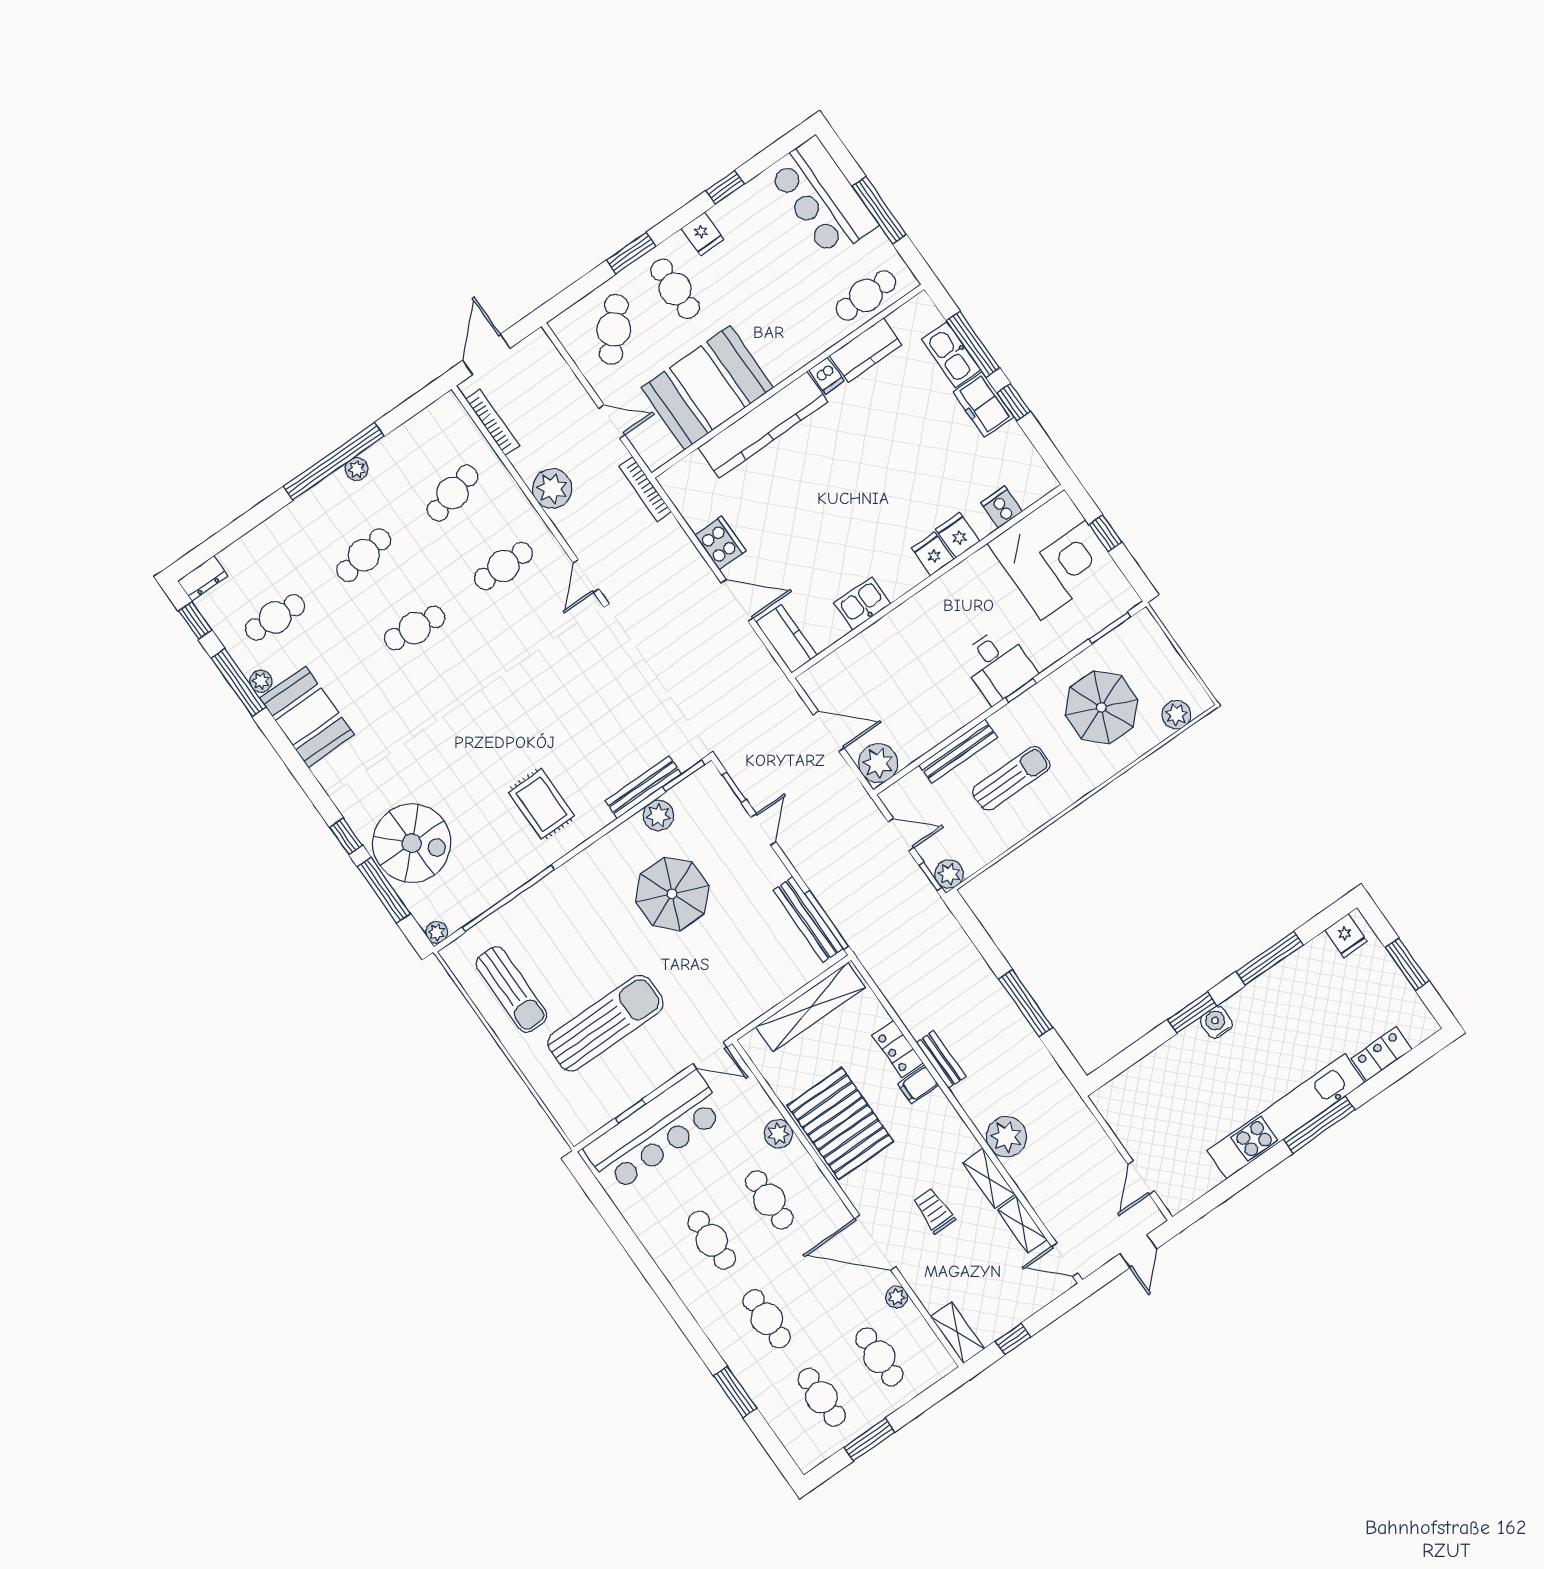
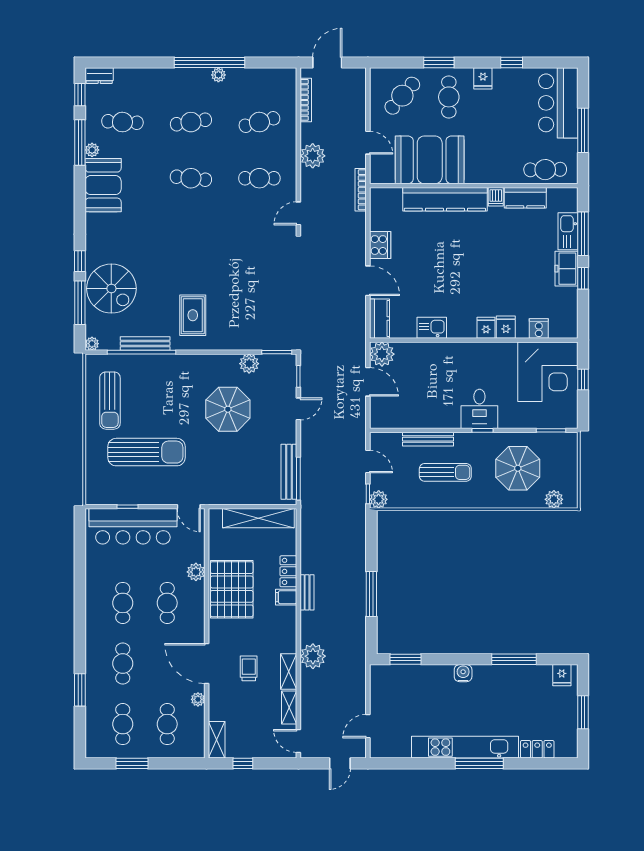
plant: (878, 763) -> (382, 354), moved
bench: (643, 787) -> (145, 344), moved
window: (1192, 1013) -> (406, 659), moved

